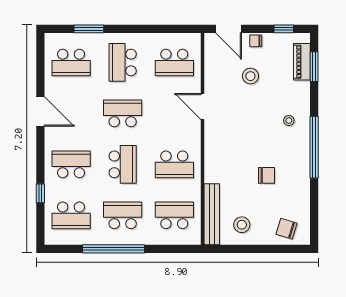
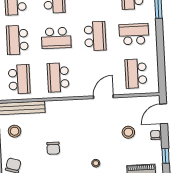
school desk: (123, 215) -> (17, 40), turned 180

